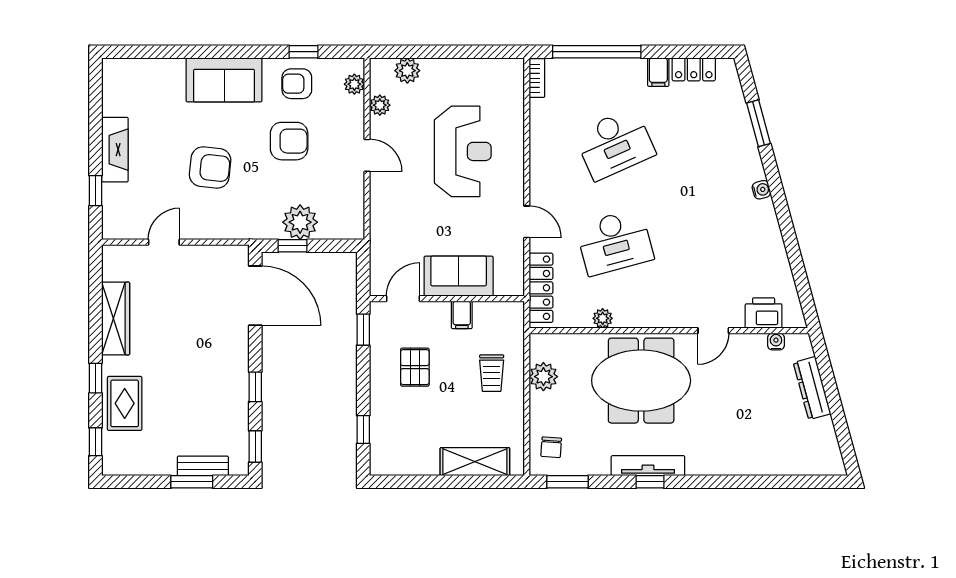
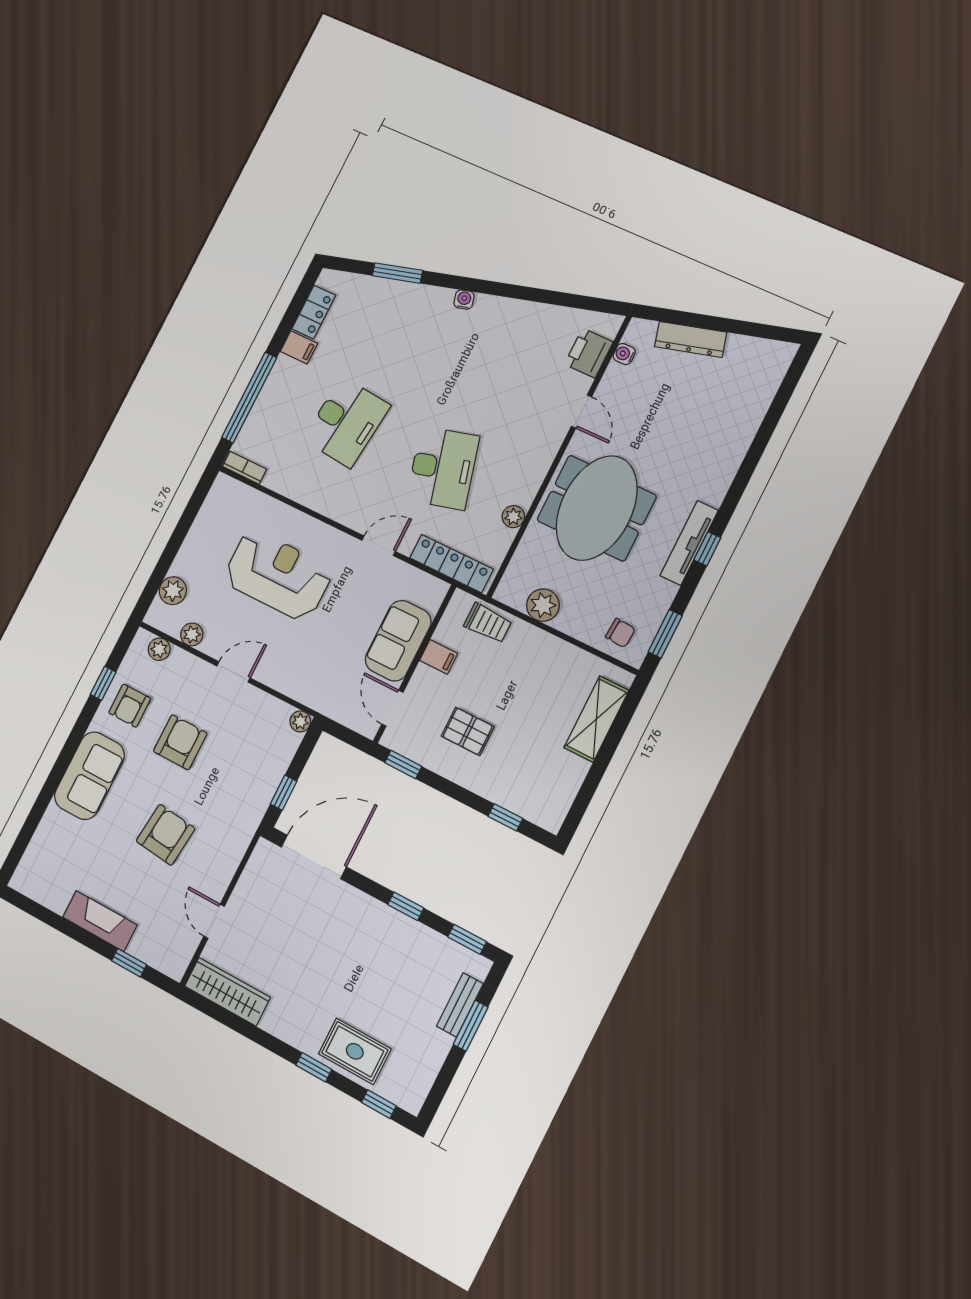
desk: (615, 144) -> (346, 422), turned 30
plant: (300, 222) -> (300, 721), moved, width x0.53, depth x0.53
wardrobe: (116, 318) -> (227, 992), moved
trolley: (492, 373) -> (488, 623), moved

